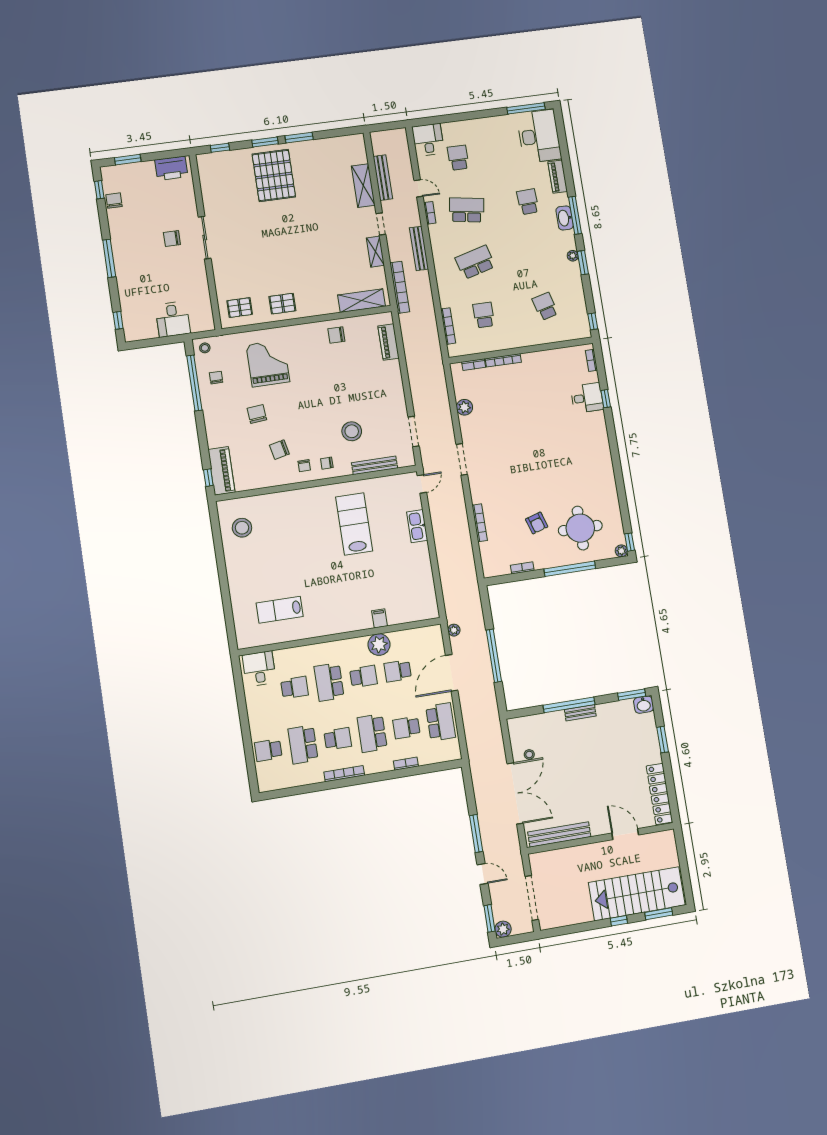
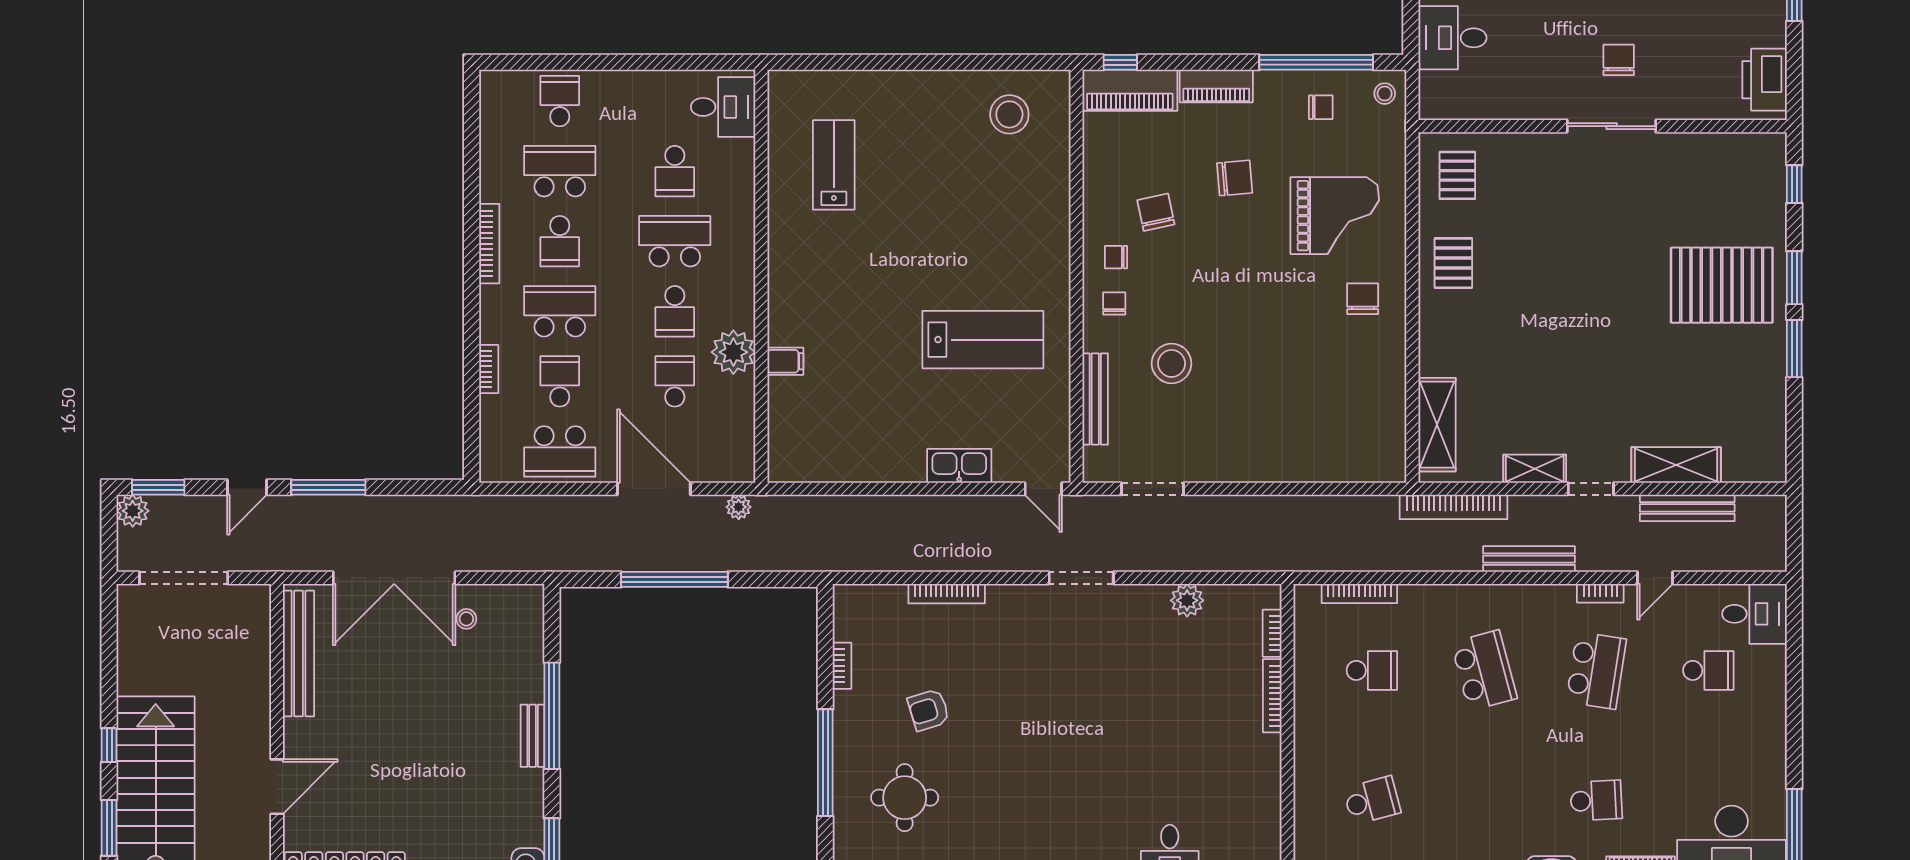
chair: (336, 335) -> (1363, 299), moved
piano: (389, 342) -> (1216, 86), moved, turned 180
round table: (580, 528) -> (905, 798), width x0.73, depth x0.73

